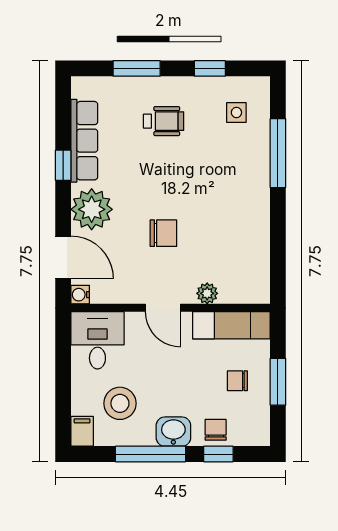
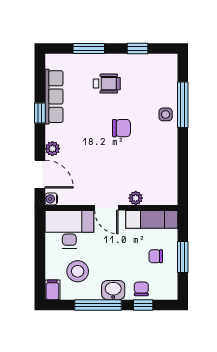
side table: (236, 112) -> (166, 114), moved
plant: (92, 209) -> (52, 149), width x0.53, depth x0.53
chair: (163, 233) -> (121, 128), moved
desk: (97, 340) -> (69, 229), width x1.37

